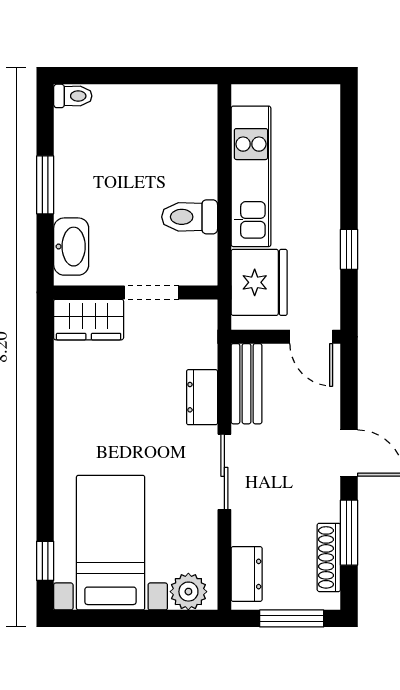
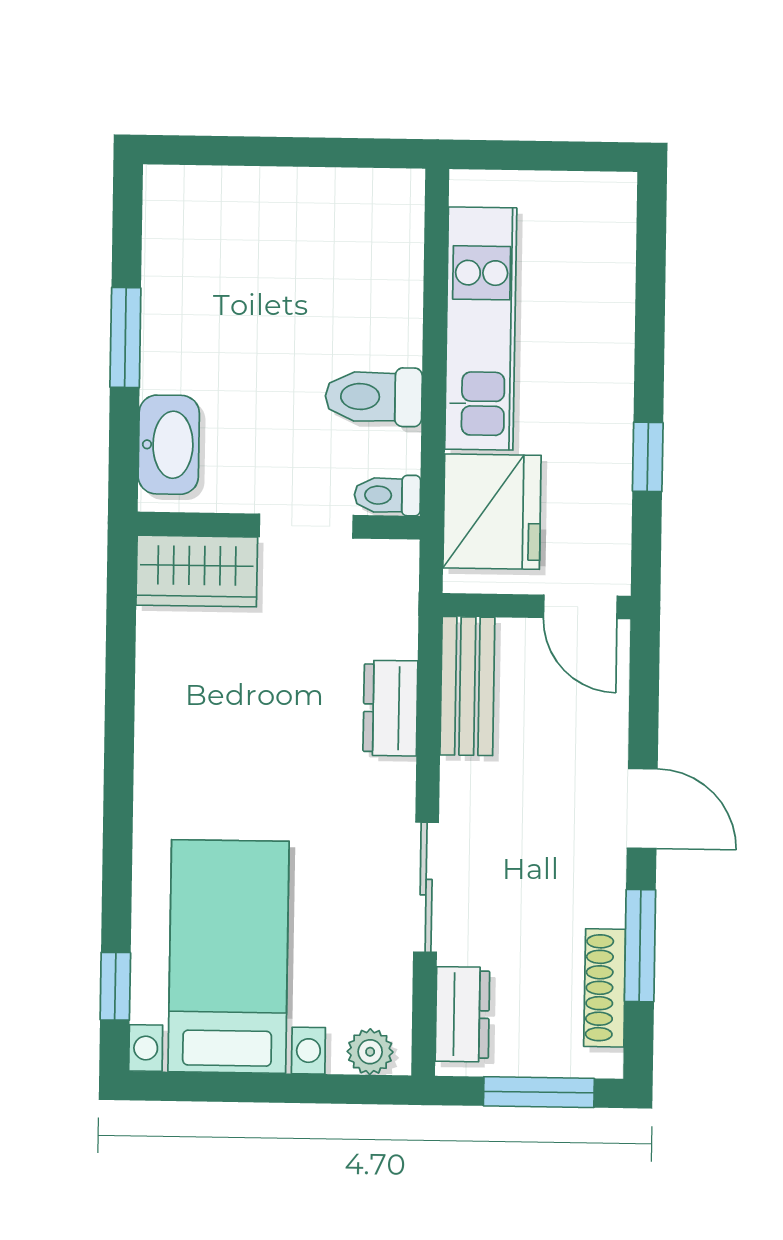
toilet: (73, 96) -> (387, 495), moved, turned 180
sliding door: (224, 472) -> (426, 887), moved
plant: (188, 592) -> (370, 1052), width x0.73, depth x0.73

